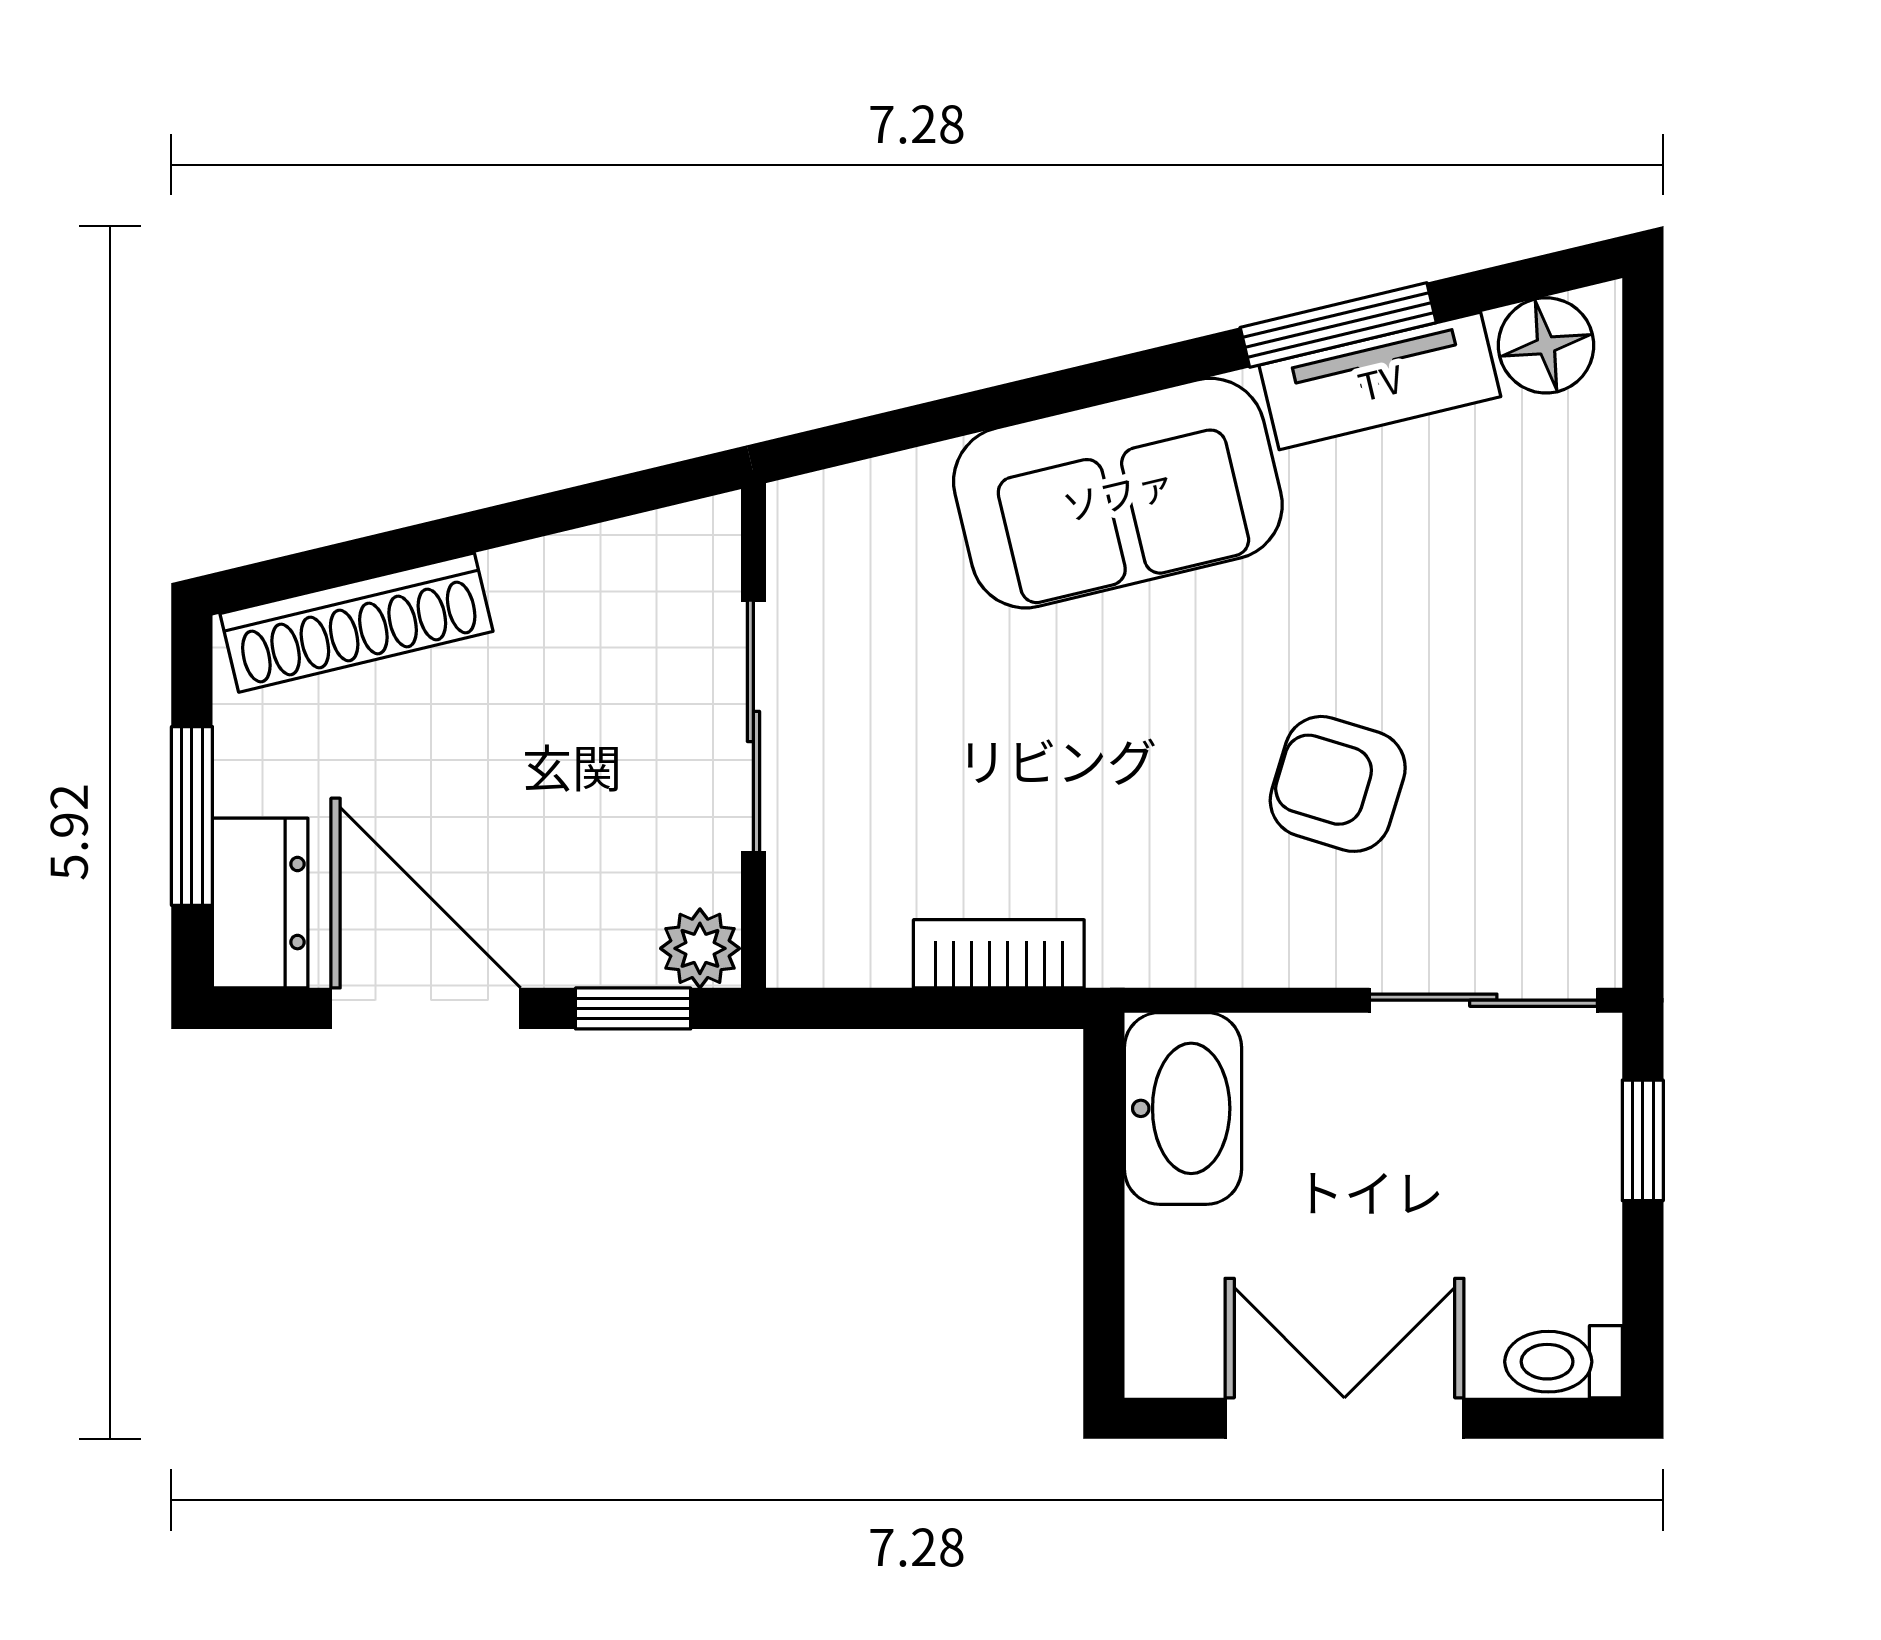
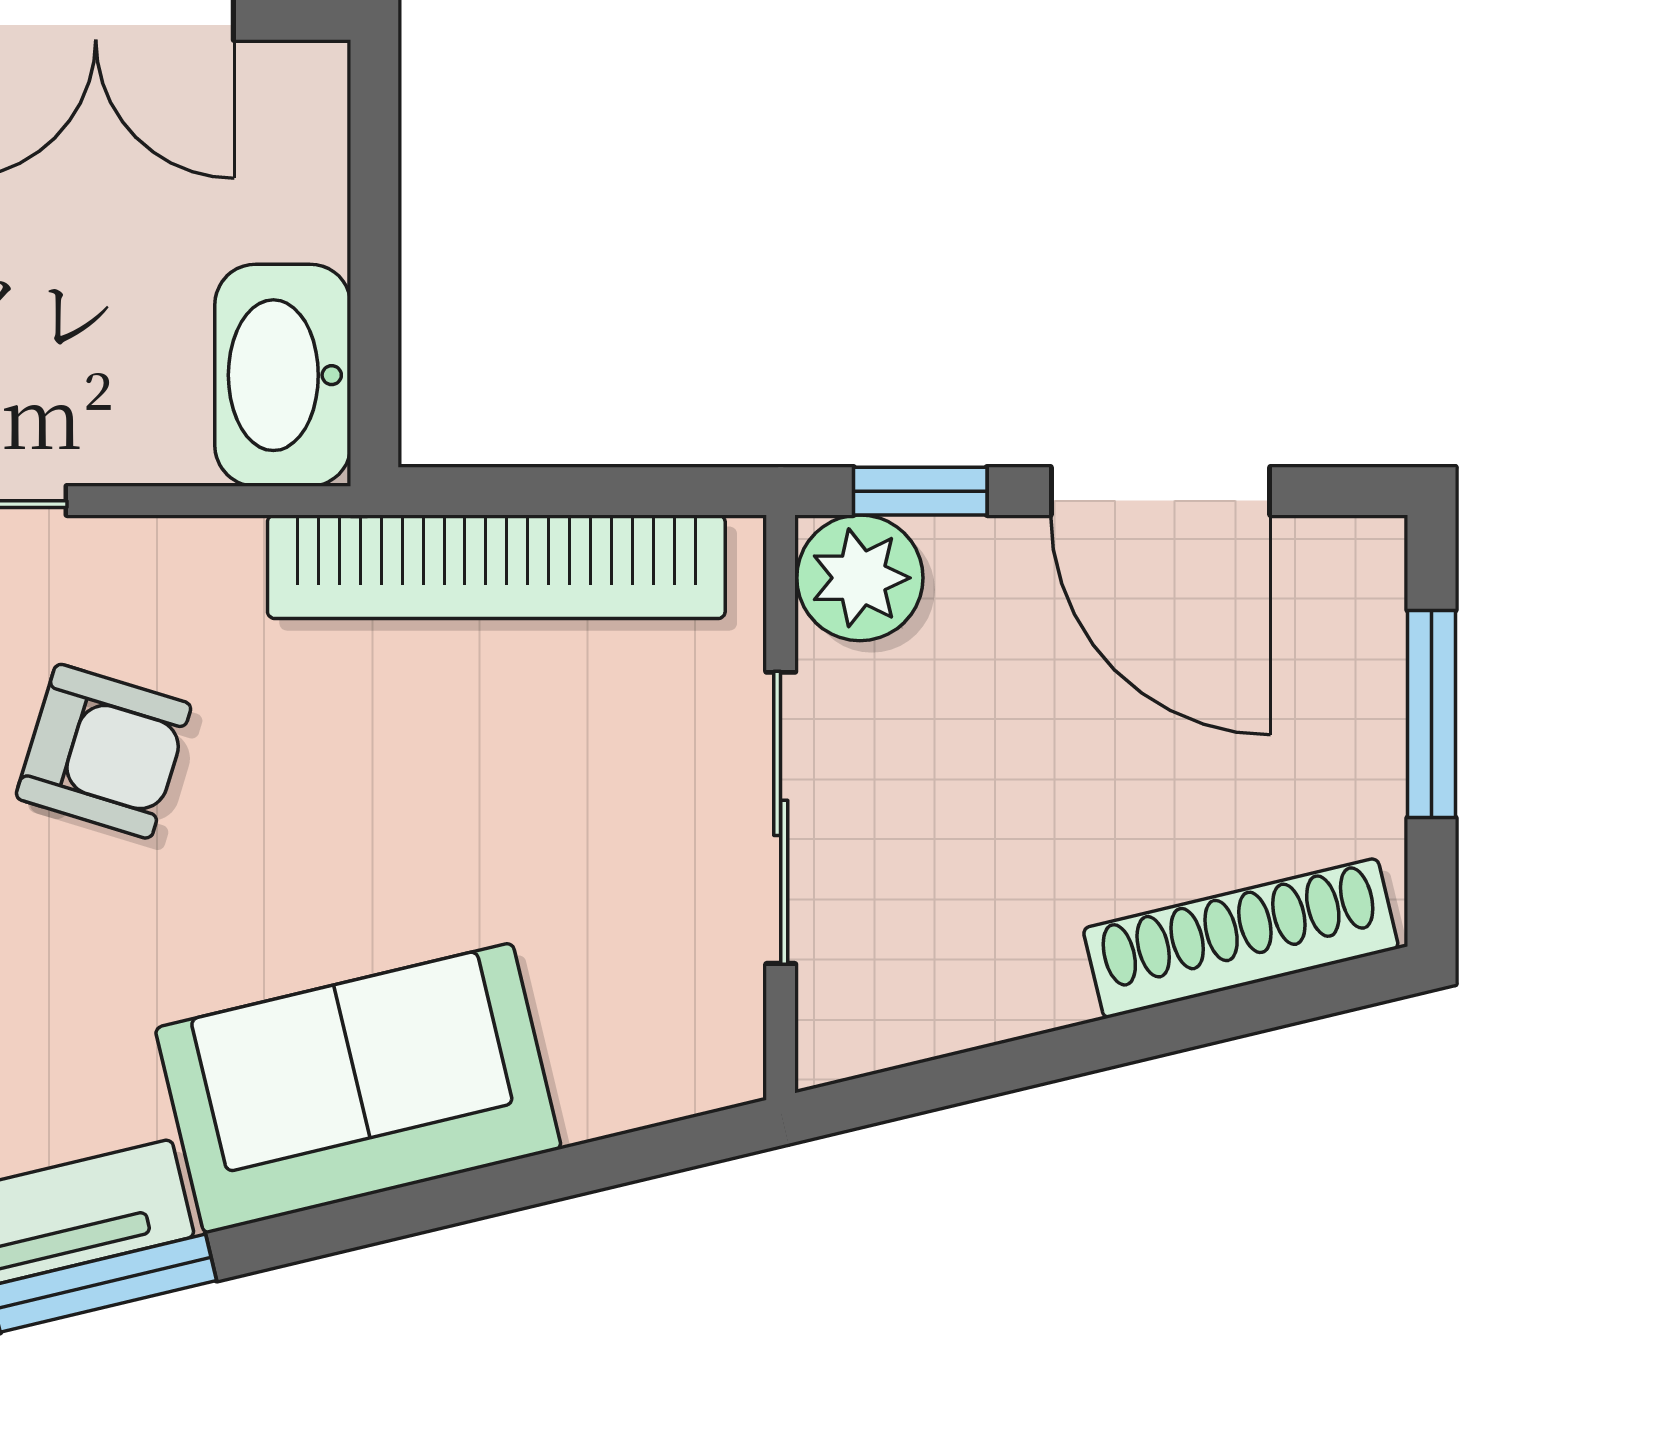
dresser: (260, 903) -> (1352, 613), removed
plant: (700, 948) -> (860, 578), width x1.38, depth x1.38
bookcase: (999, 954) -> (496, 567), width x2.31, depth x1.31

